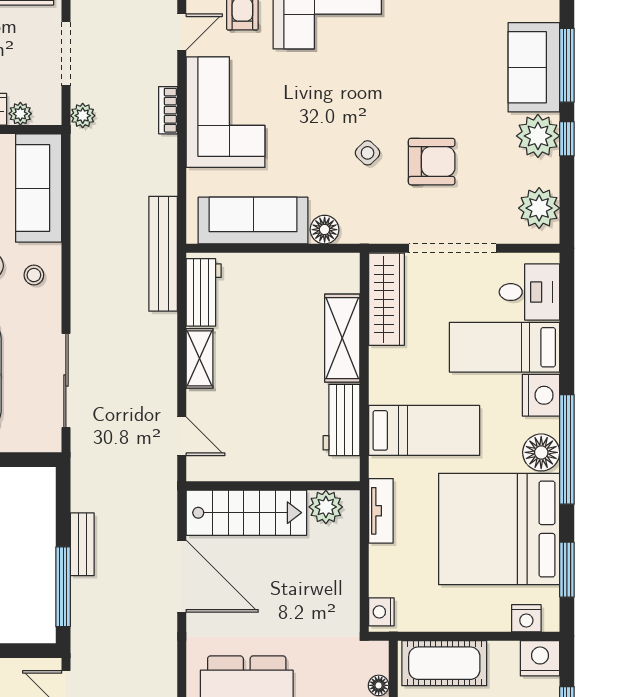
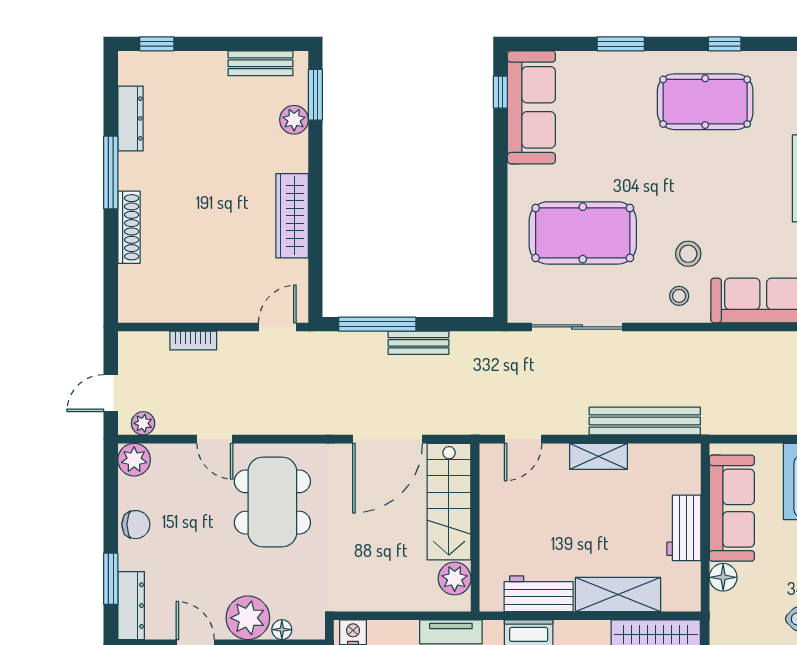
bench: (163, 254) -> (645, 421), moved
workbench: (204, 292) -> (684, 528), moved, turned 90

